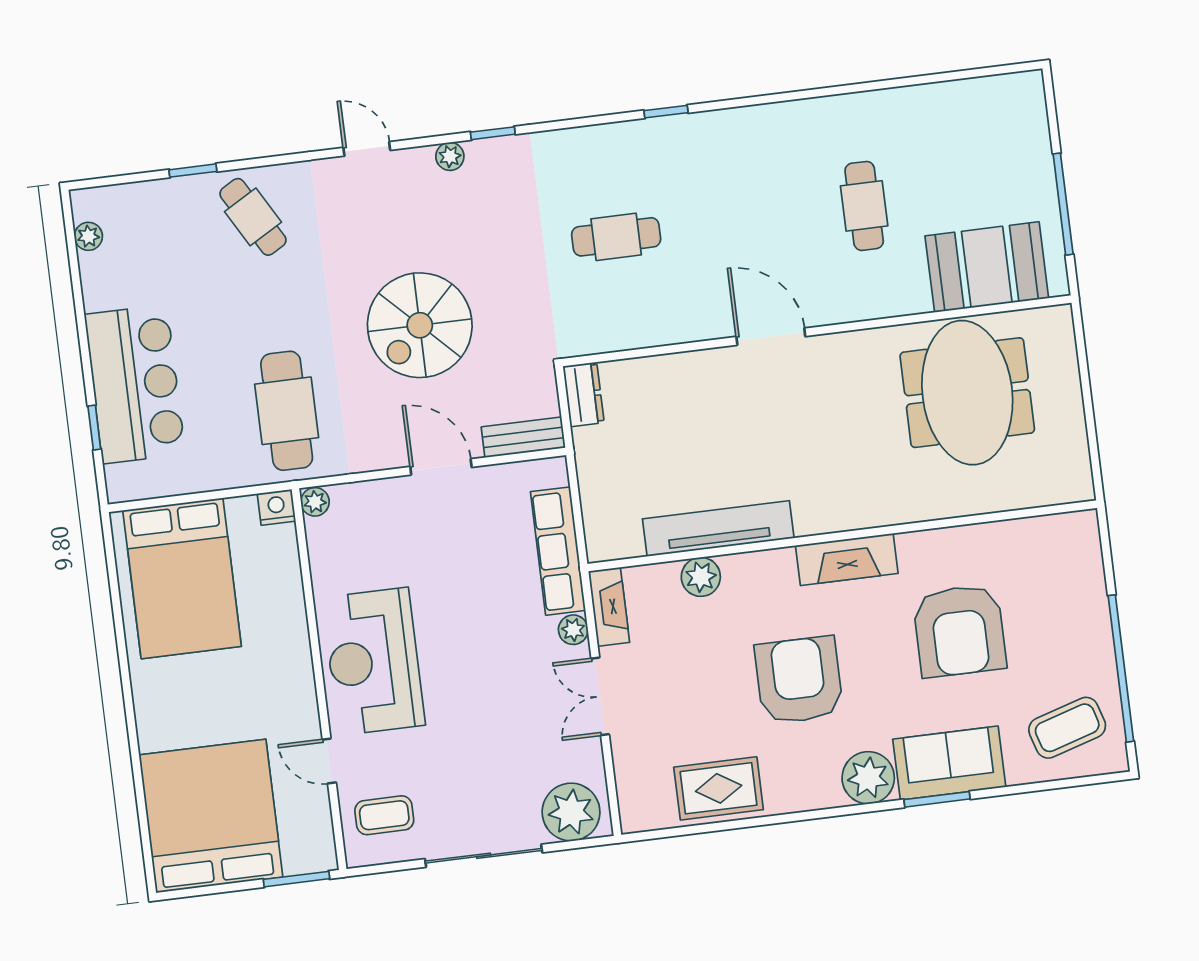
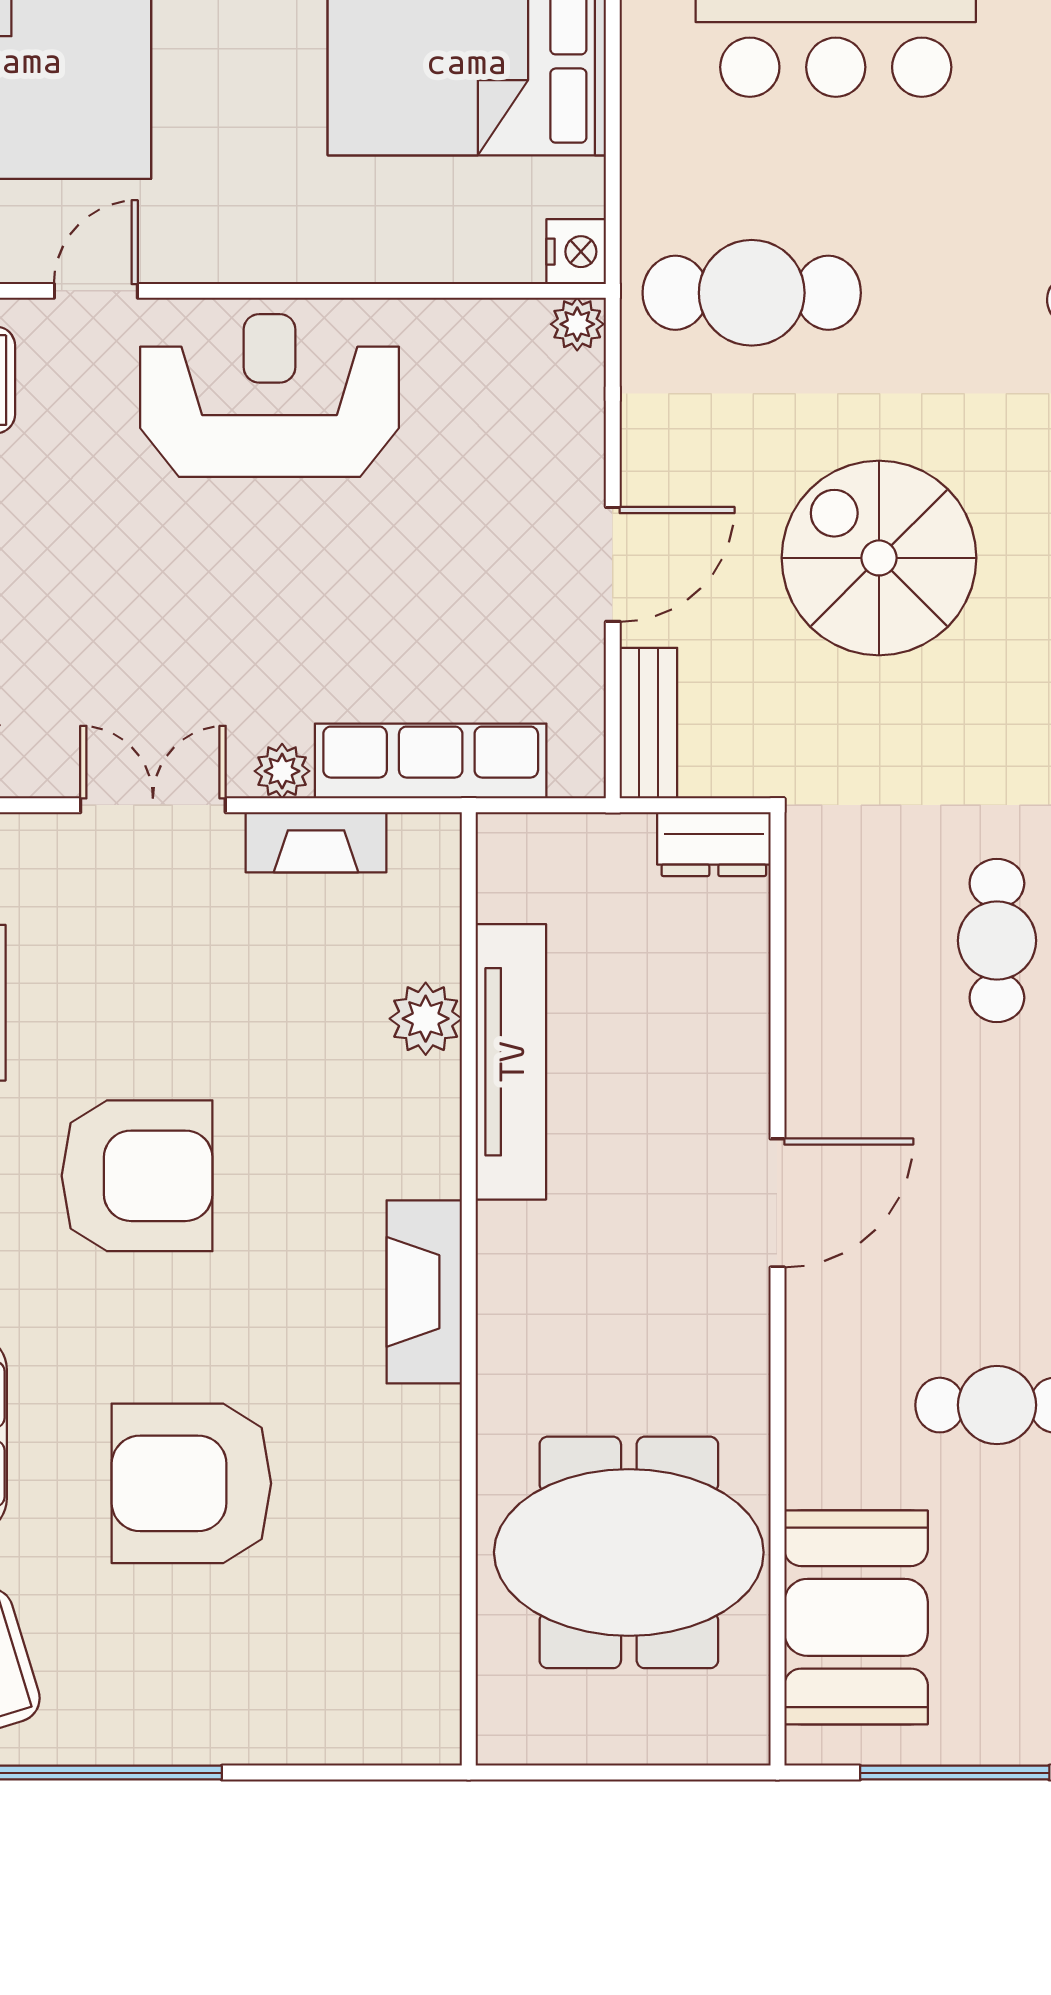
tv unit: (718, 529) -> (511, 1062), moved
wall: (842, 536) -> (469, 1289), moved
fireplace: (847, 559) -> (424, 1292), moved
plant: (701, 577) -> (426, 1019), moved

